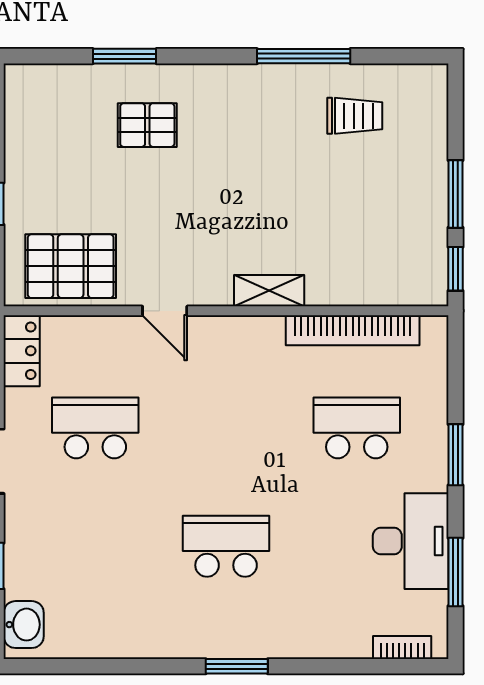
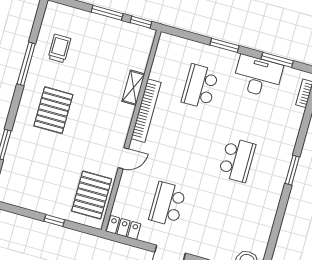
pallet: (147, 125) -> (53, 110), moved, width x1.50, depth x1.42
shelving: (269, 291) -> (133, 88), moved
bookcase: (353, 330) -> (146, 111), moved
school desk: (226, 546) -> (237, 160), turned 180

